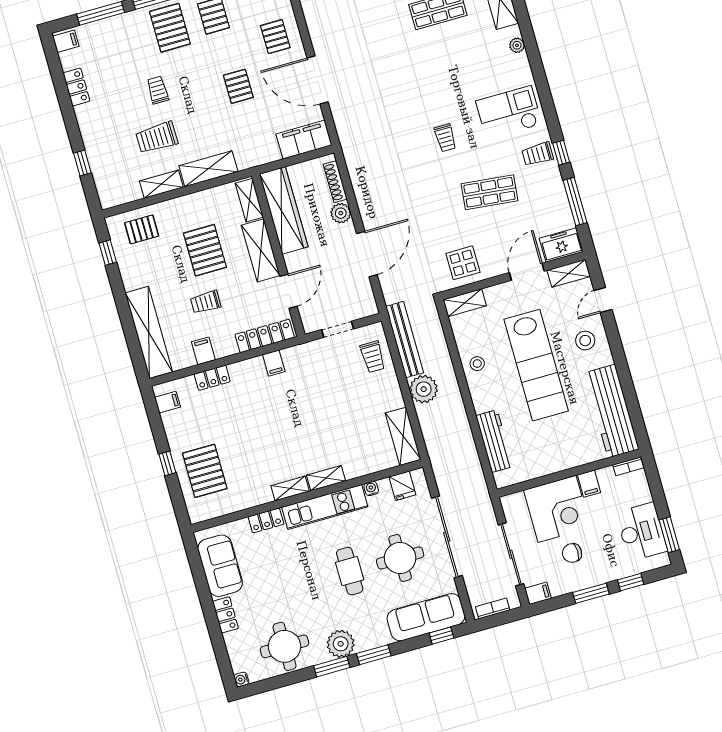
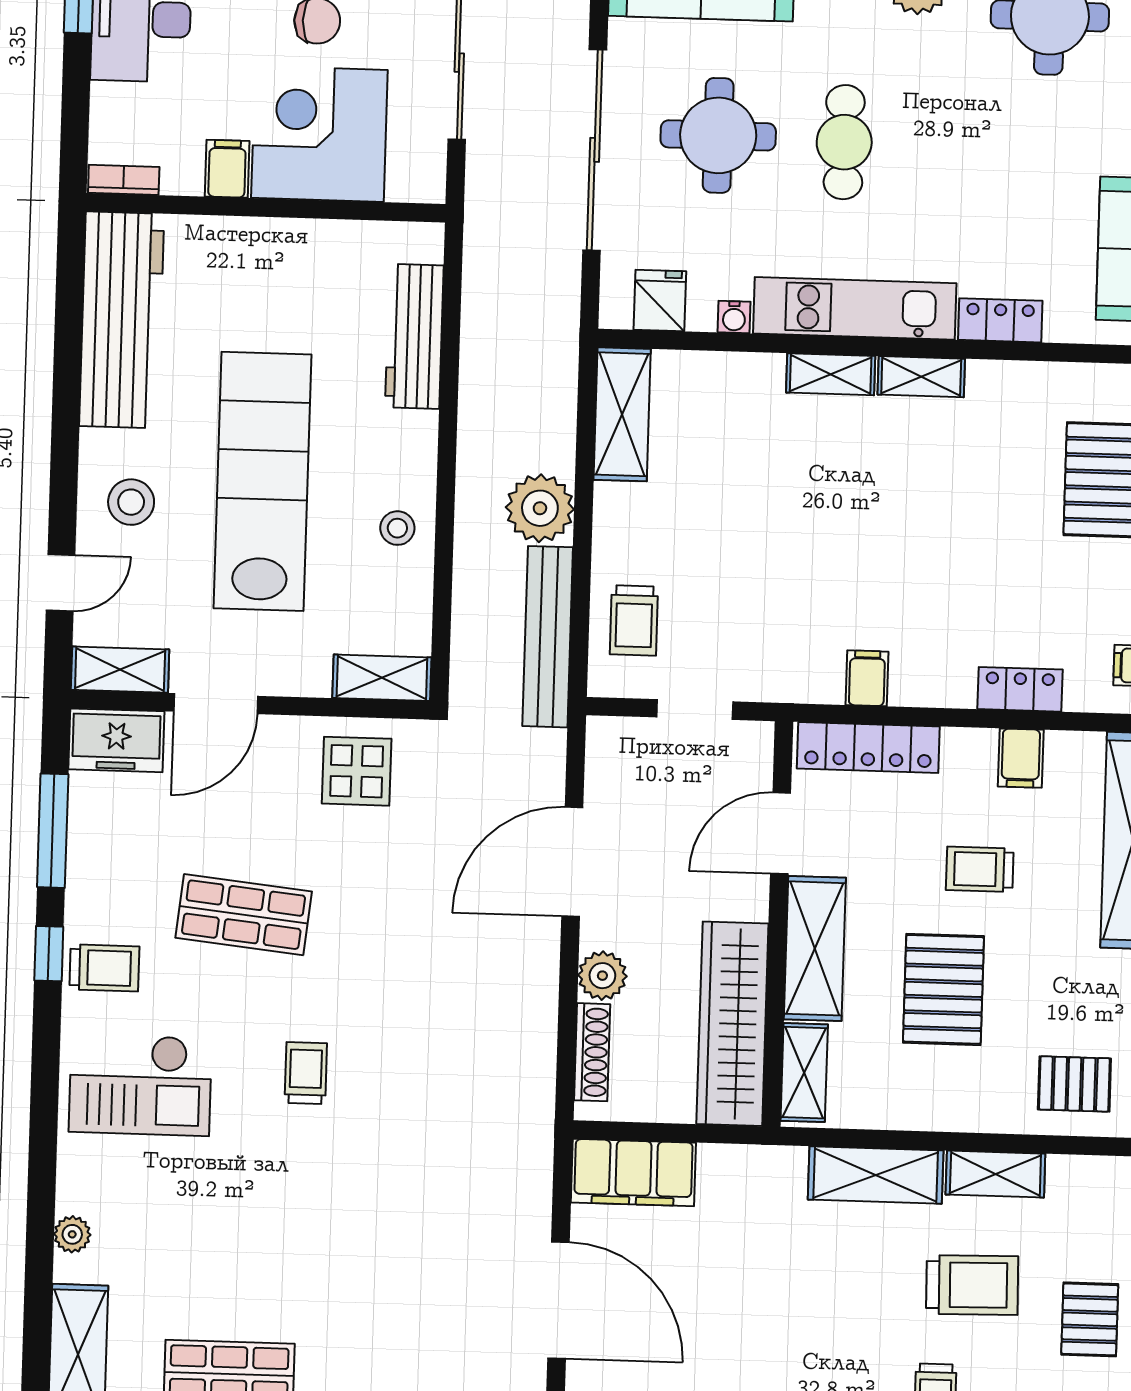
pallet: (238, 86) -> (1090, 1319), moved
trolley: (206, 302) -> (980, 869), turned 180
trolley: (373, 357) -> (634, 620), turned 180

